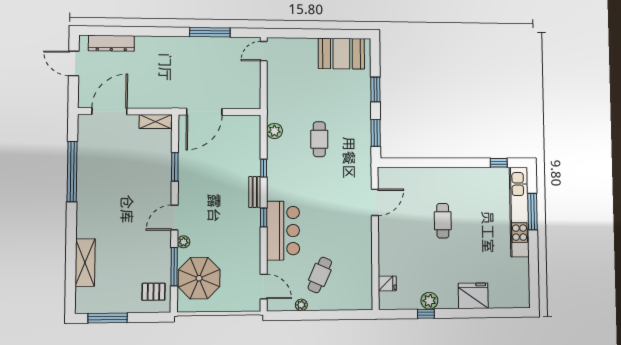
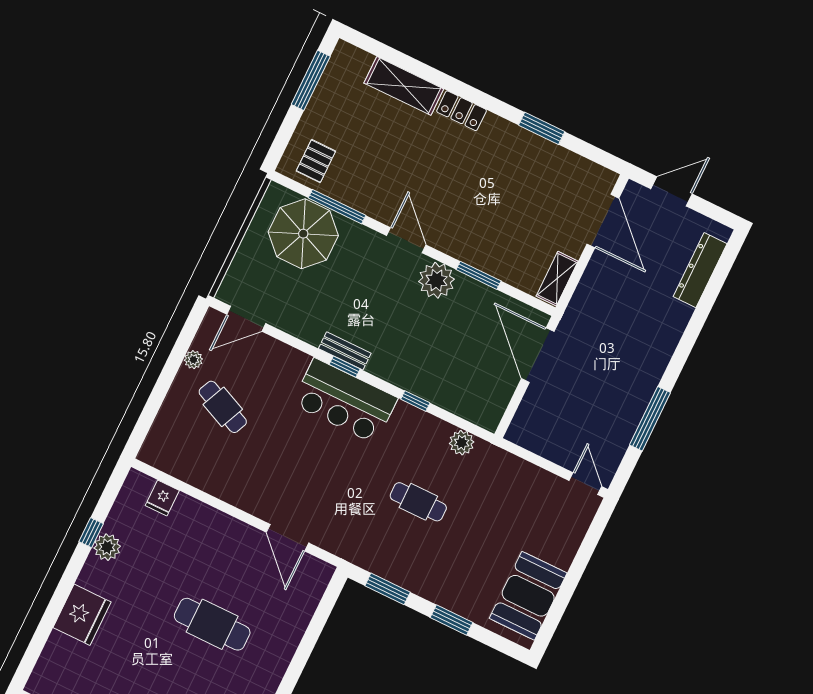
door: (74, 63) -> (671, 191), moved
window: (72, 171) -> (542, 128), width x0.47
bench: (255, 192) -> (345, 351), moved
cafe table: (443, 221) -> (212, 624), width x1.37, depth x1.35
locker: (84, 222) -> (462, 111), added
bar counter: (283, 231) -> (345, 401), moved
plant: (184, 242) -> (436, 280), moved, width x1.87, depth x1.87

